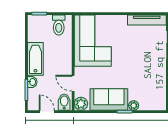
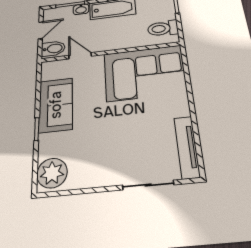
door: (73, 83) -> (80, 56), hinge flipped
plant: (81, 104) -> (50, 69), removed
plant: (134, 105) -> (52, 173), moved, width x1.88, depth x1.88

